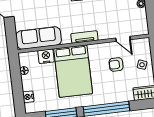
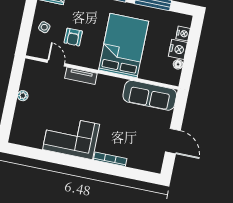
tv unit: (84, 37) -> (81, 76), moved
nightstand: (46, 56) -> (178, 49), moved, turned -90
armchair: (116, 65) -> (73, 37), turned 90

